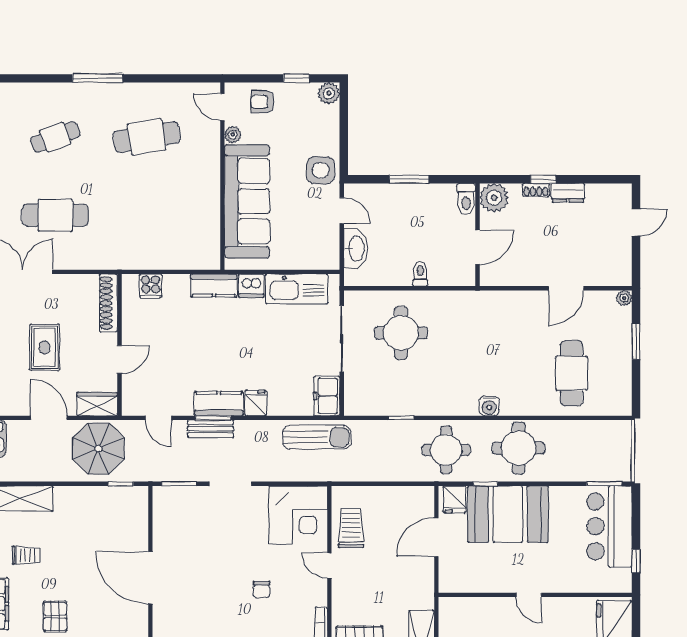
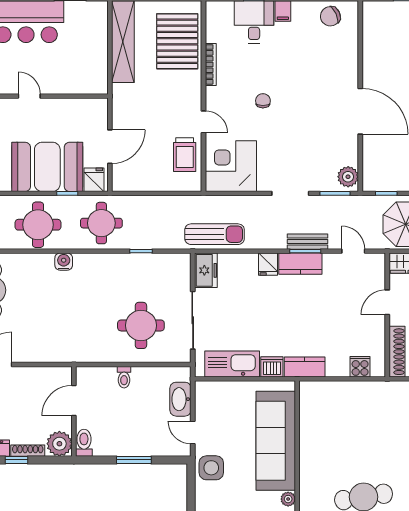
shoe rack: (536, 190) -> (28, 451), width x1.43
sun lounger: (317, 437) -> (215, 234), turned 180
plant: (164, 503) -> (348, 177), added

